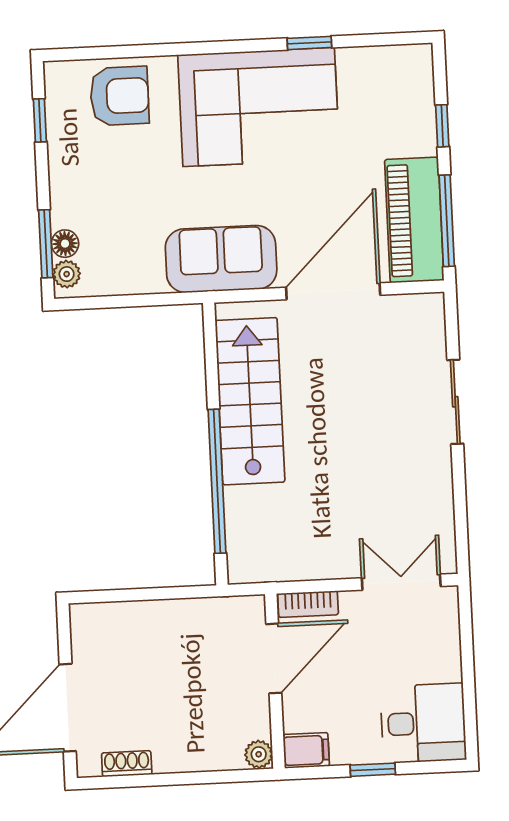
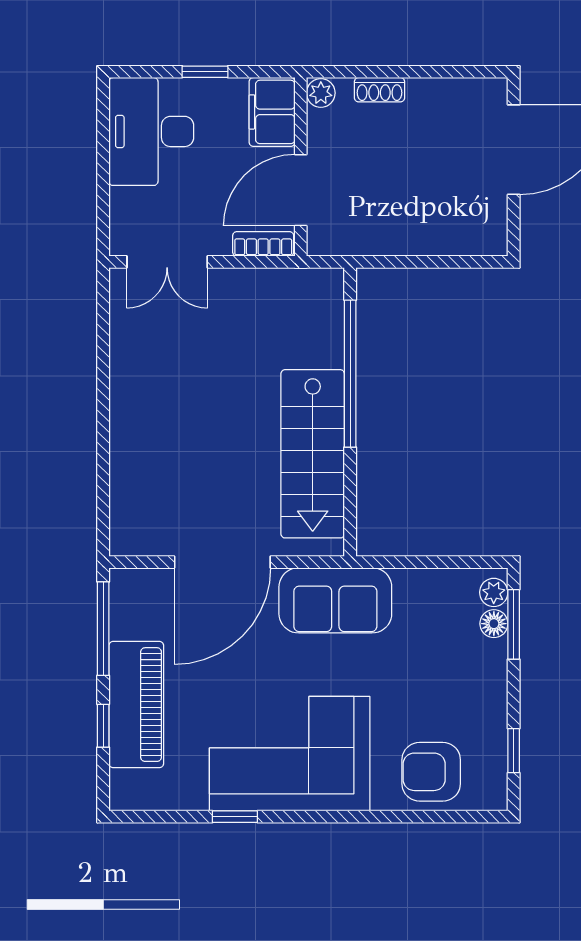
piano: (414, 220) -> (136, 705), moved
sliding door: (455, 402) -> (103, 443), removed
desk: (423, 723) -> (151, 131), width x1.37
filing cabinet: (306, 750) -> (272, 112), width x2.00
shoe rack: (127, 764) -> (379, 90), moved

